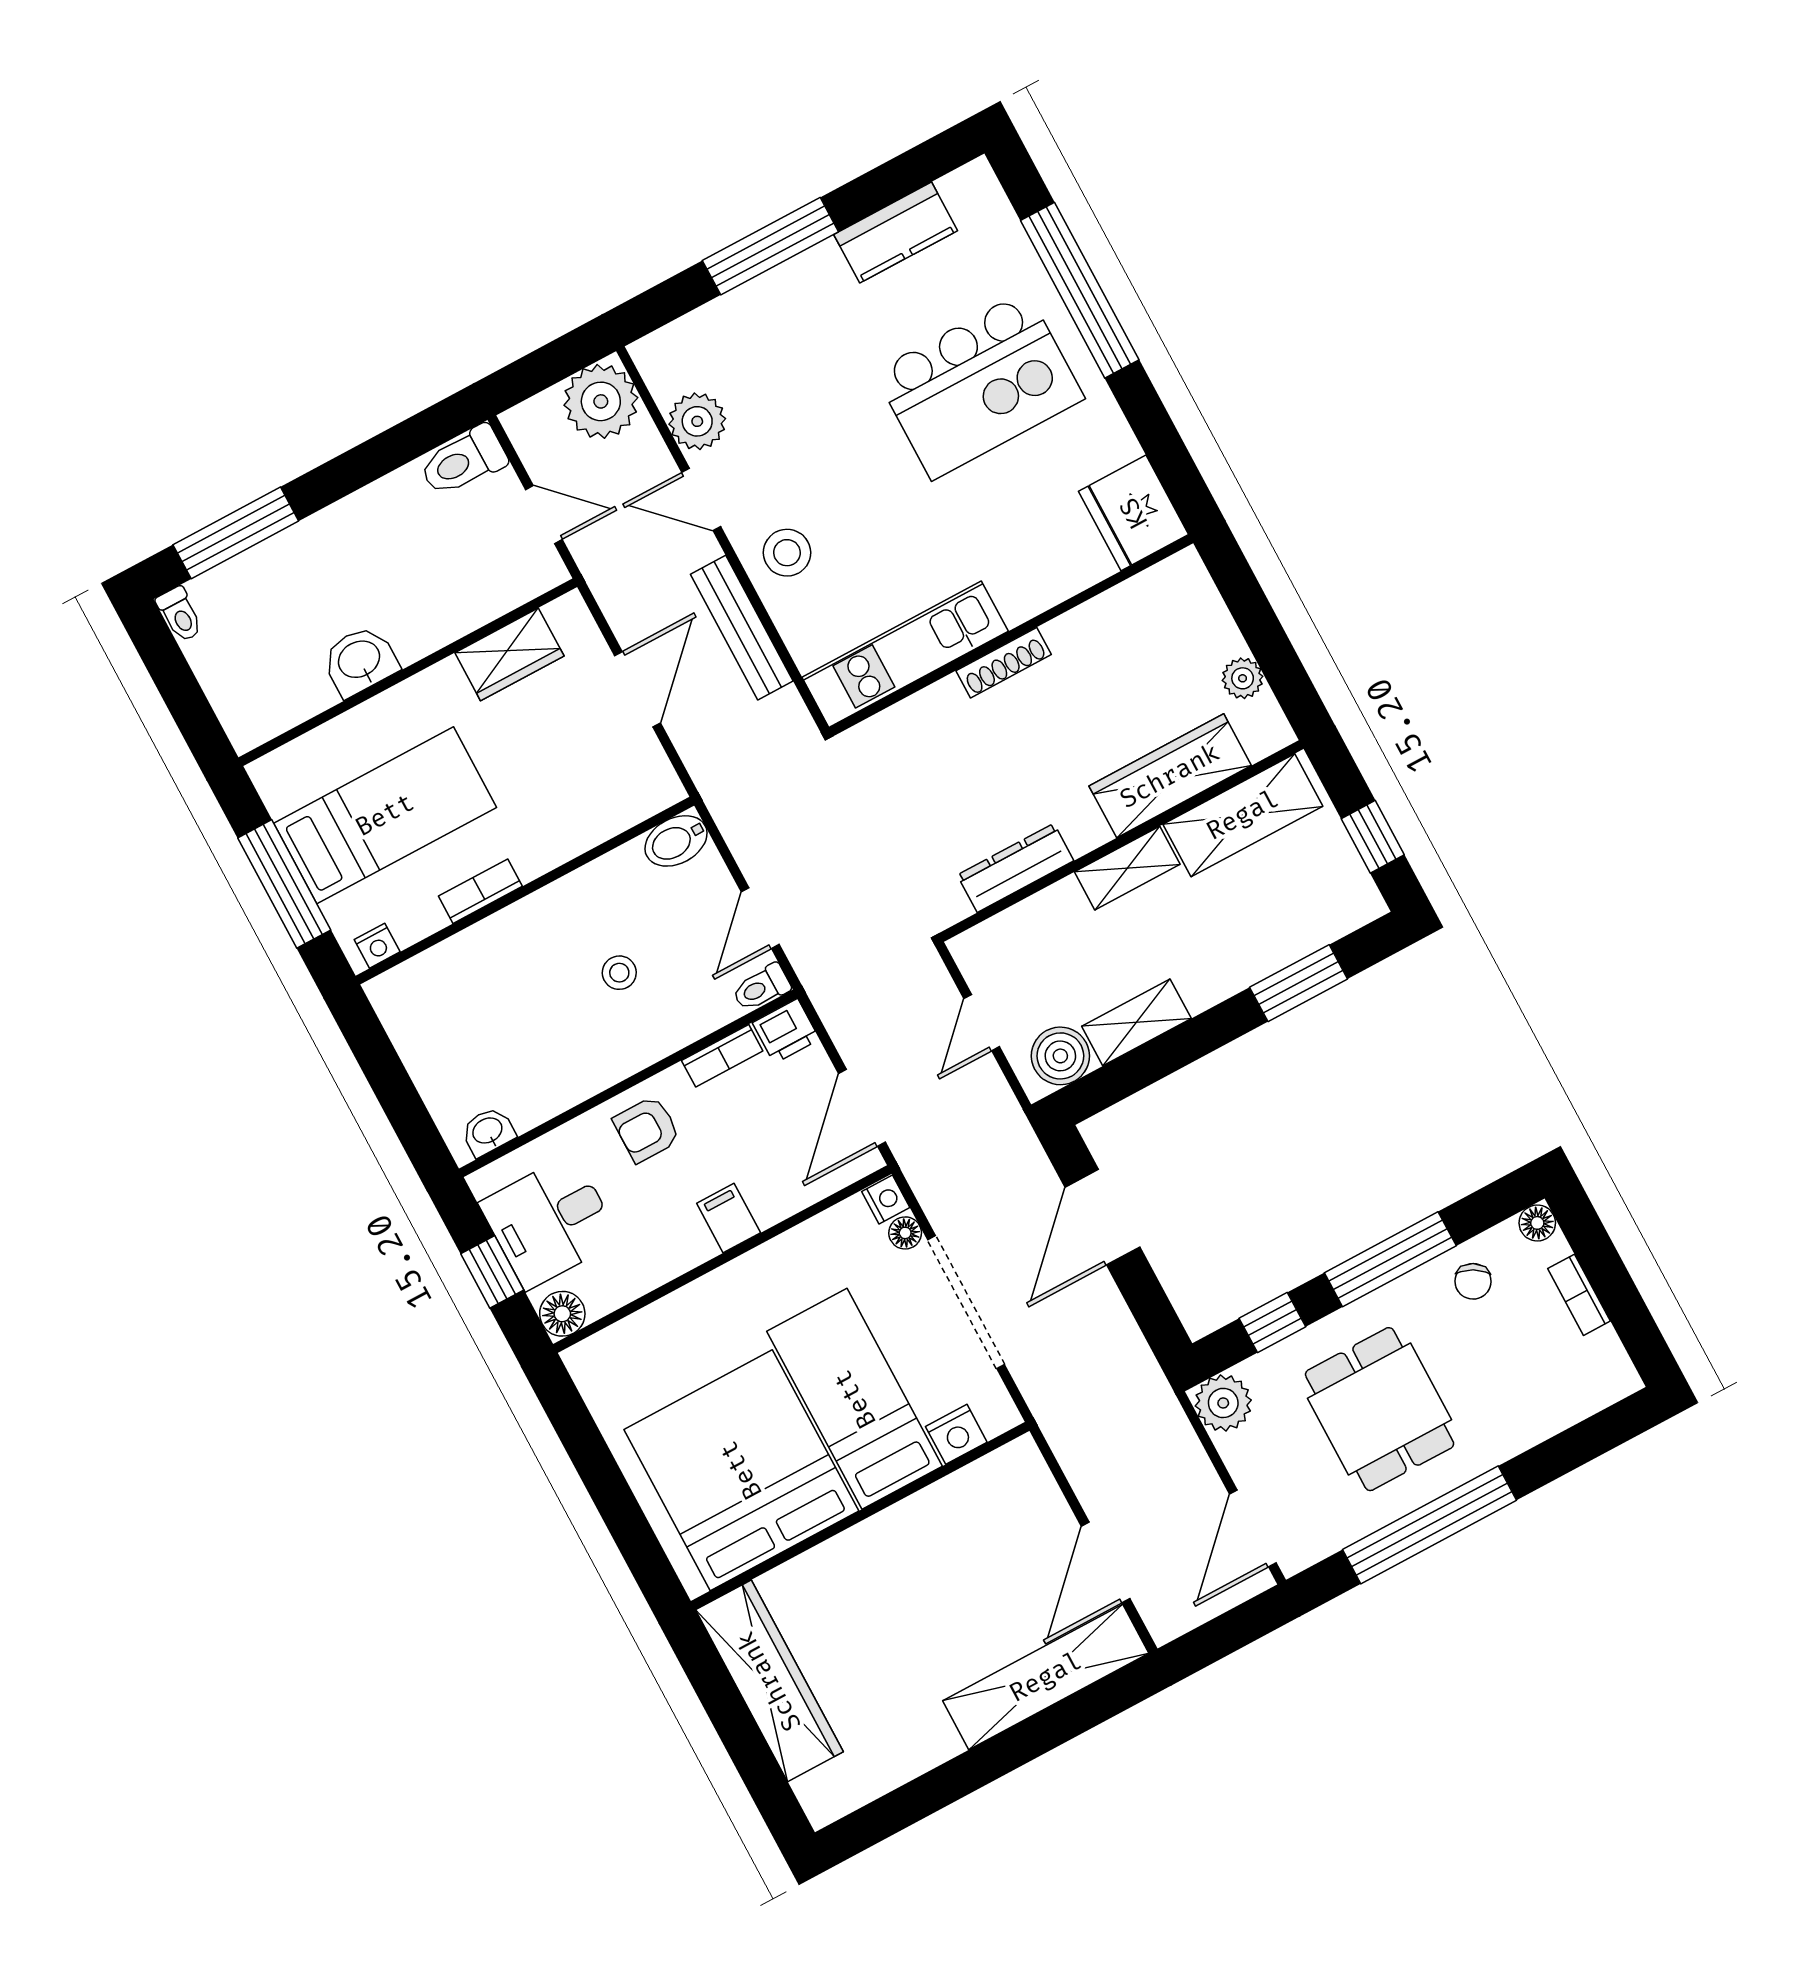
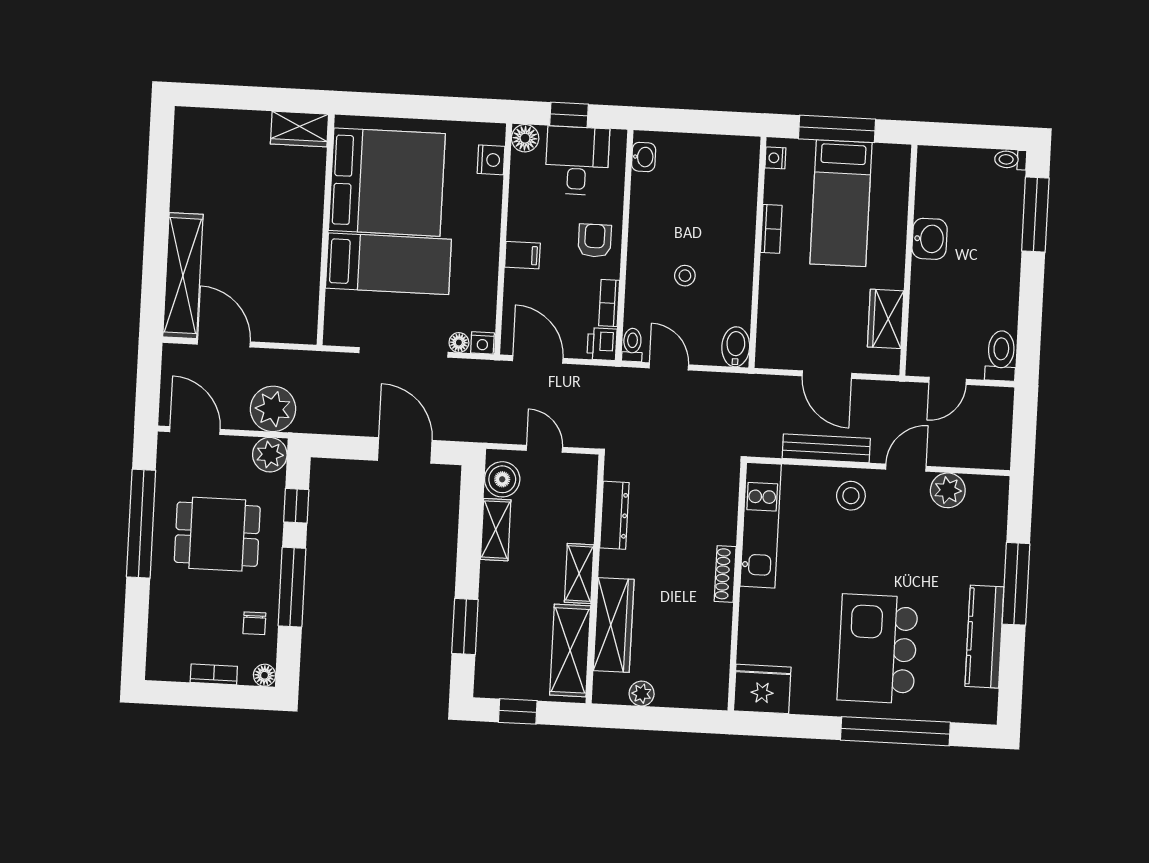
kitchen counter: (896, 233) -> (984, 637), width x1.50
plant: (601, 401) -> (273, 409), moved
chair: (1473, 1281) -> (254, 623), turned -119
nightstand: (956, 1434) -> (491, 160), moved, turned 180
wardrobe: (769, 1681) -> (300, 129), width x0.48, depth x0.85

